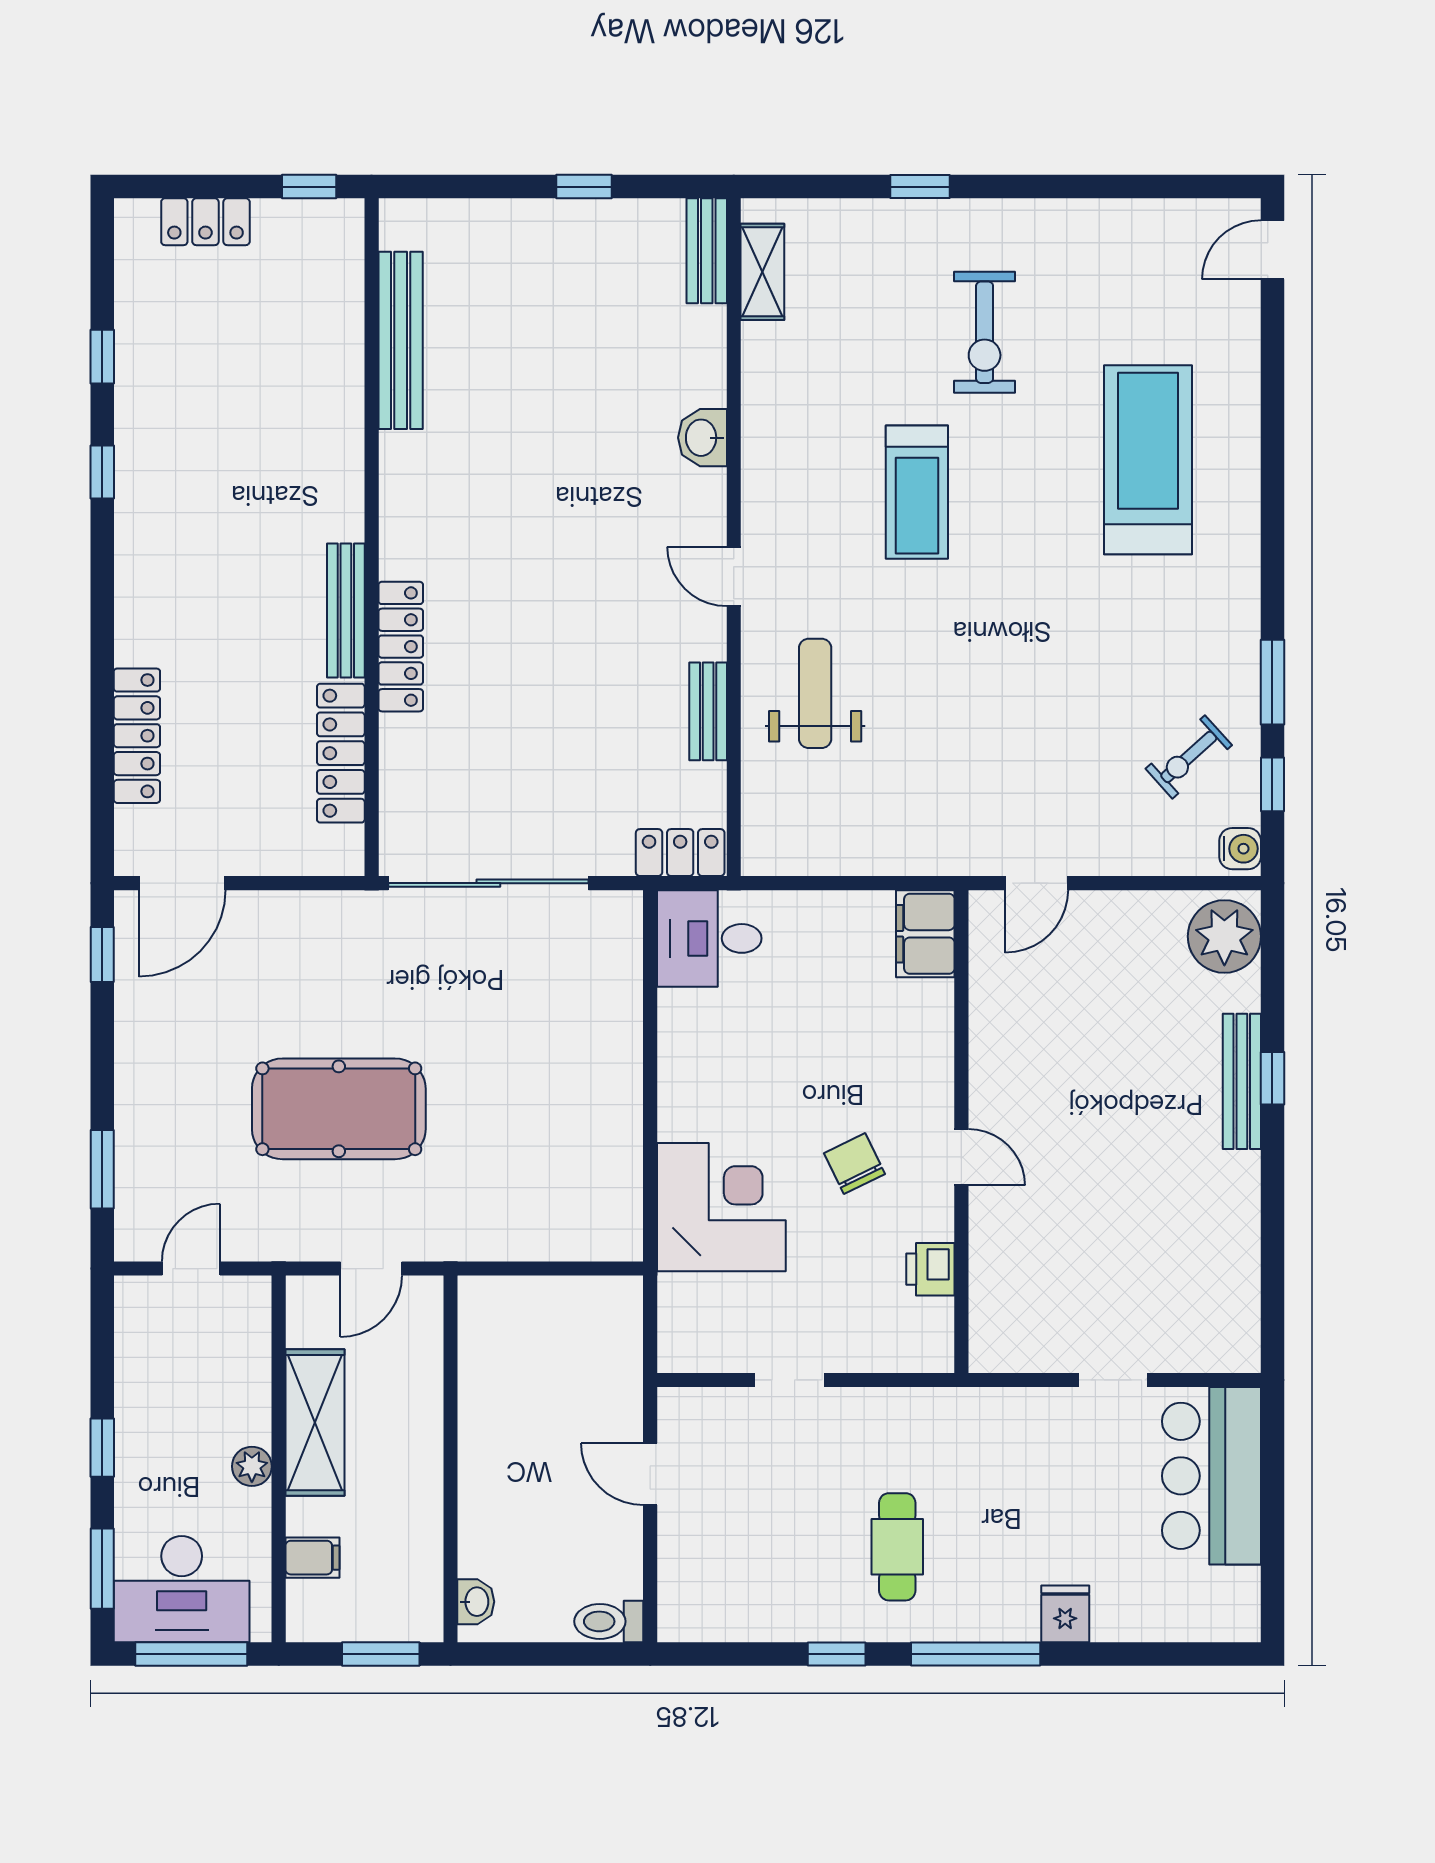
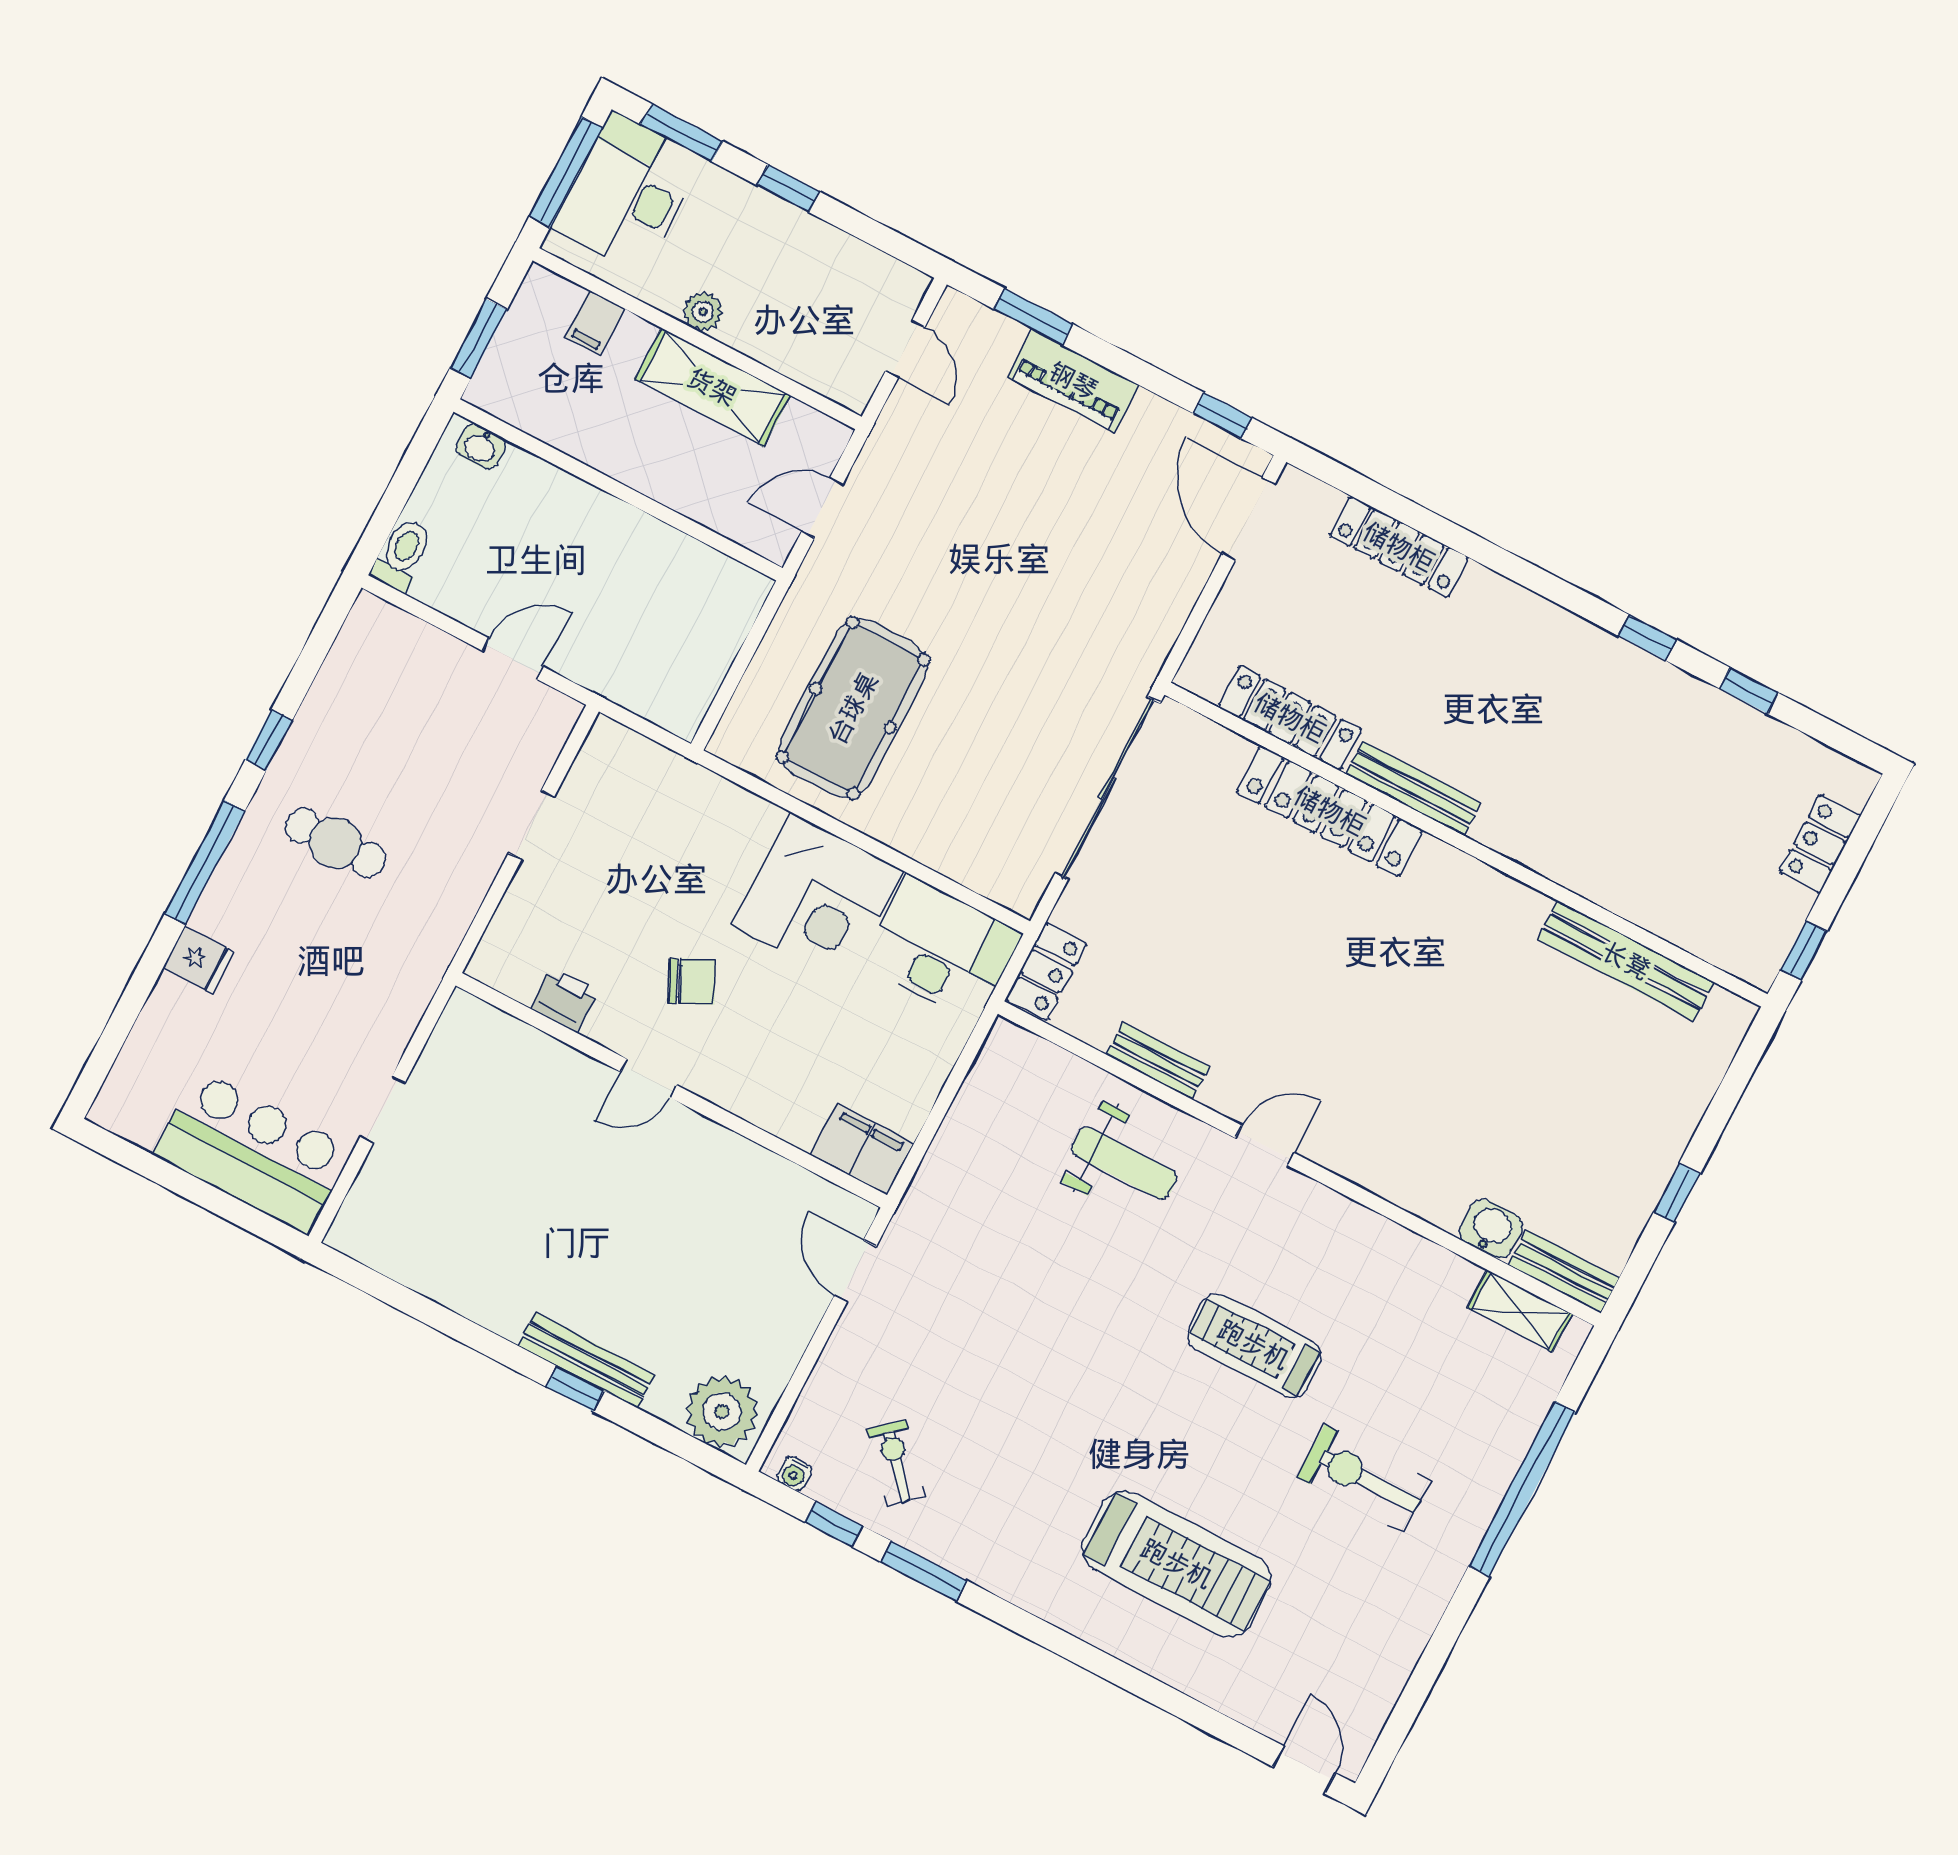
window: (920, 187) -> (1522, 1489), width x3.17
washbasin: (703, 438) -> (1491, 1229), moved
locker: (401, 647) -> (1330, 811), width x1.41, depth x1.21
water cooler: (1240, 849) -> (794, 1474), width x0.72, depth x0.72
desk: (709, 938) -> (941, 949), width x1.37
piano: (141, 1104) -> (1073, 381), added
pool table: (339, 1109) -> (853, 708), moved
corner desk: (721, 1207) -> (818, 898), moved
door: (371, 1269) -> (822, 508), hinge flipped

